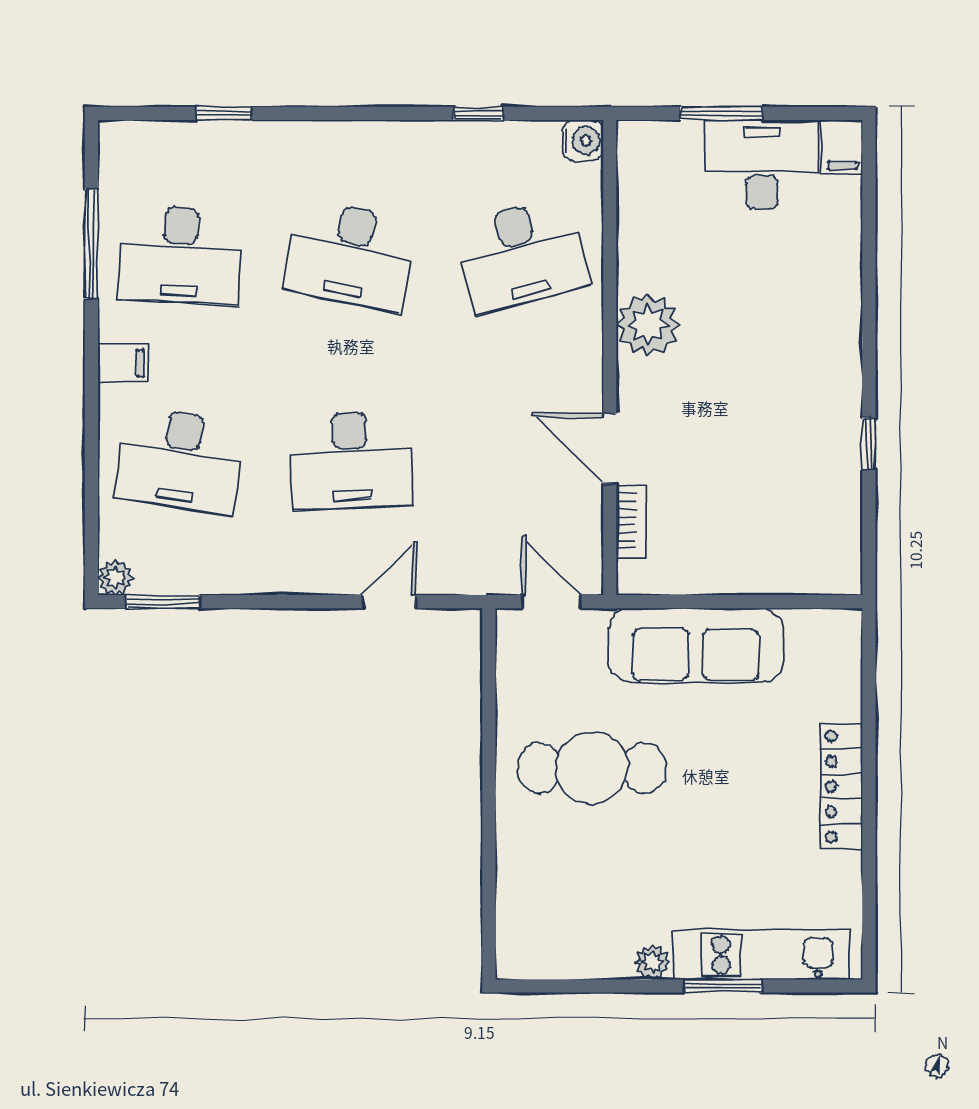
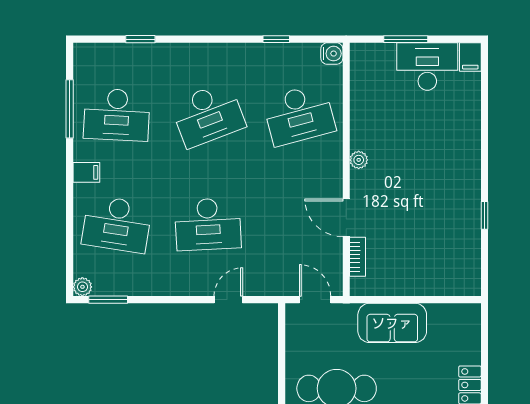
desk: (351, 255) -> (208, 115), turned -33
plant: (648, 325) -> (359, 160), width x0.53, depth x0.53
sofa: (696, 645) -> (392, 323), width x0.73

